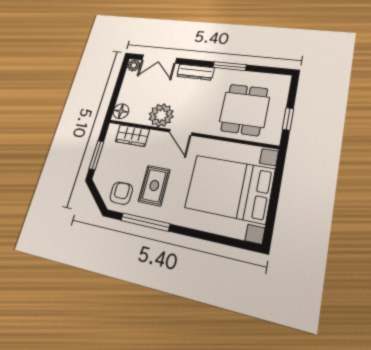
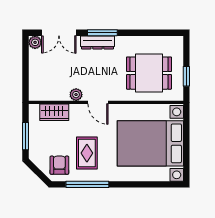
window: (230, 66) -> (102, 33), moved
dining table: (244, 110) -> (149, 73), turned 90
floor lamp: (121, 111) -> (36, 91), removed
plant: (161, 115) -> (76, 95), width x0.53, depth x0.53

